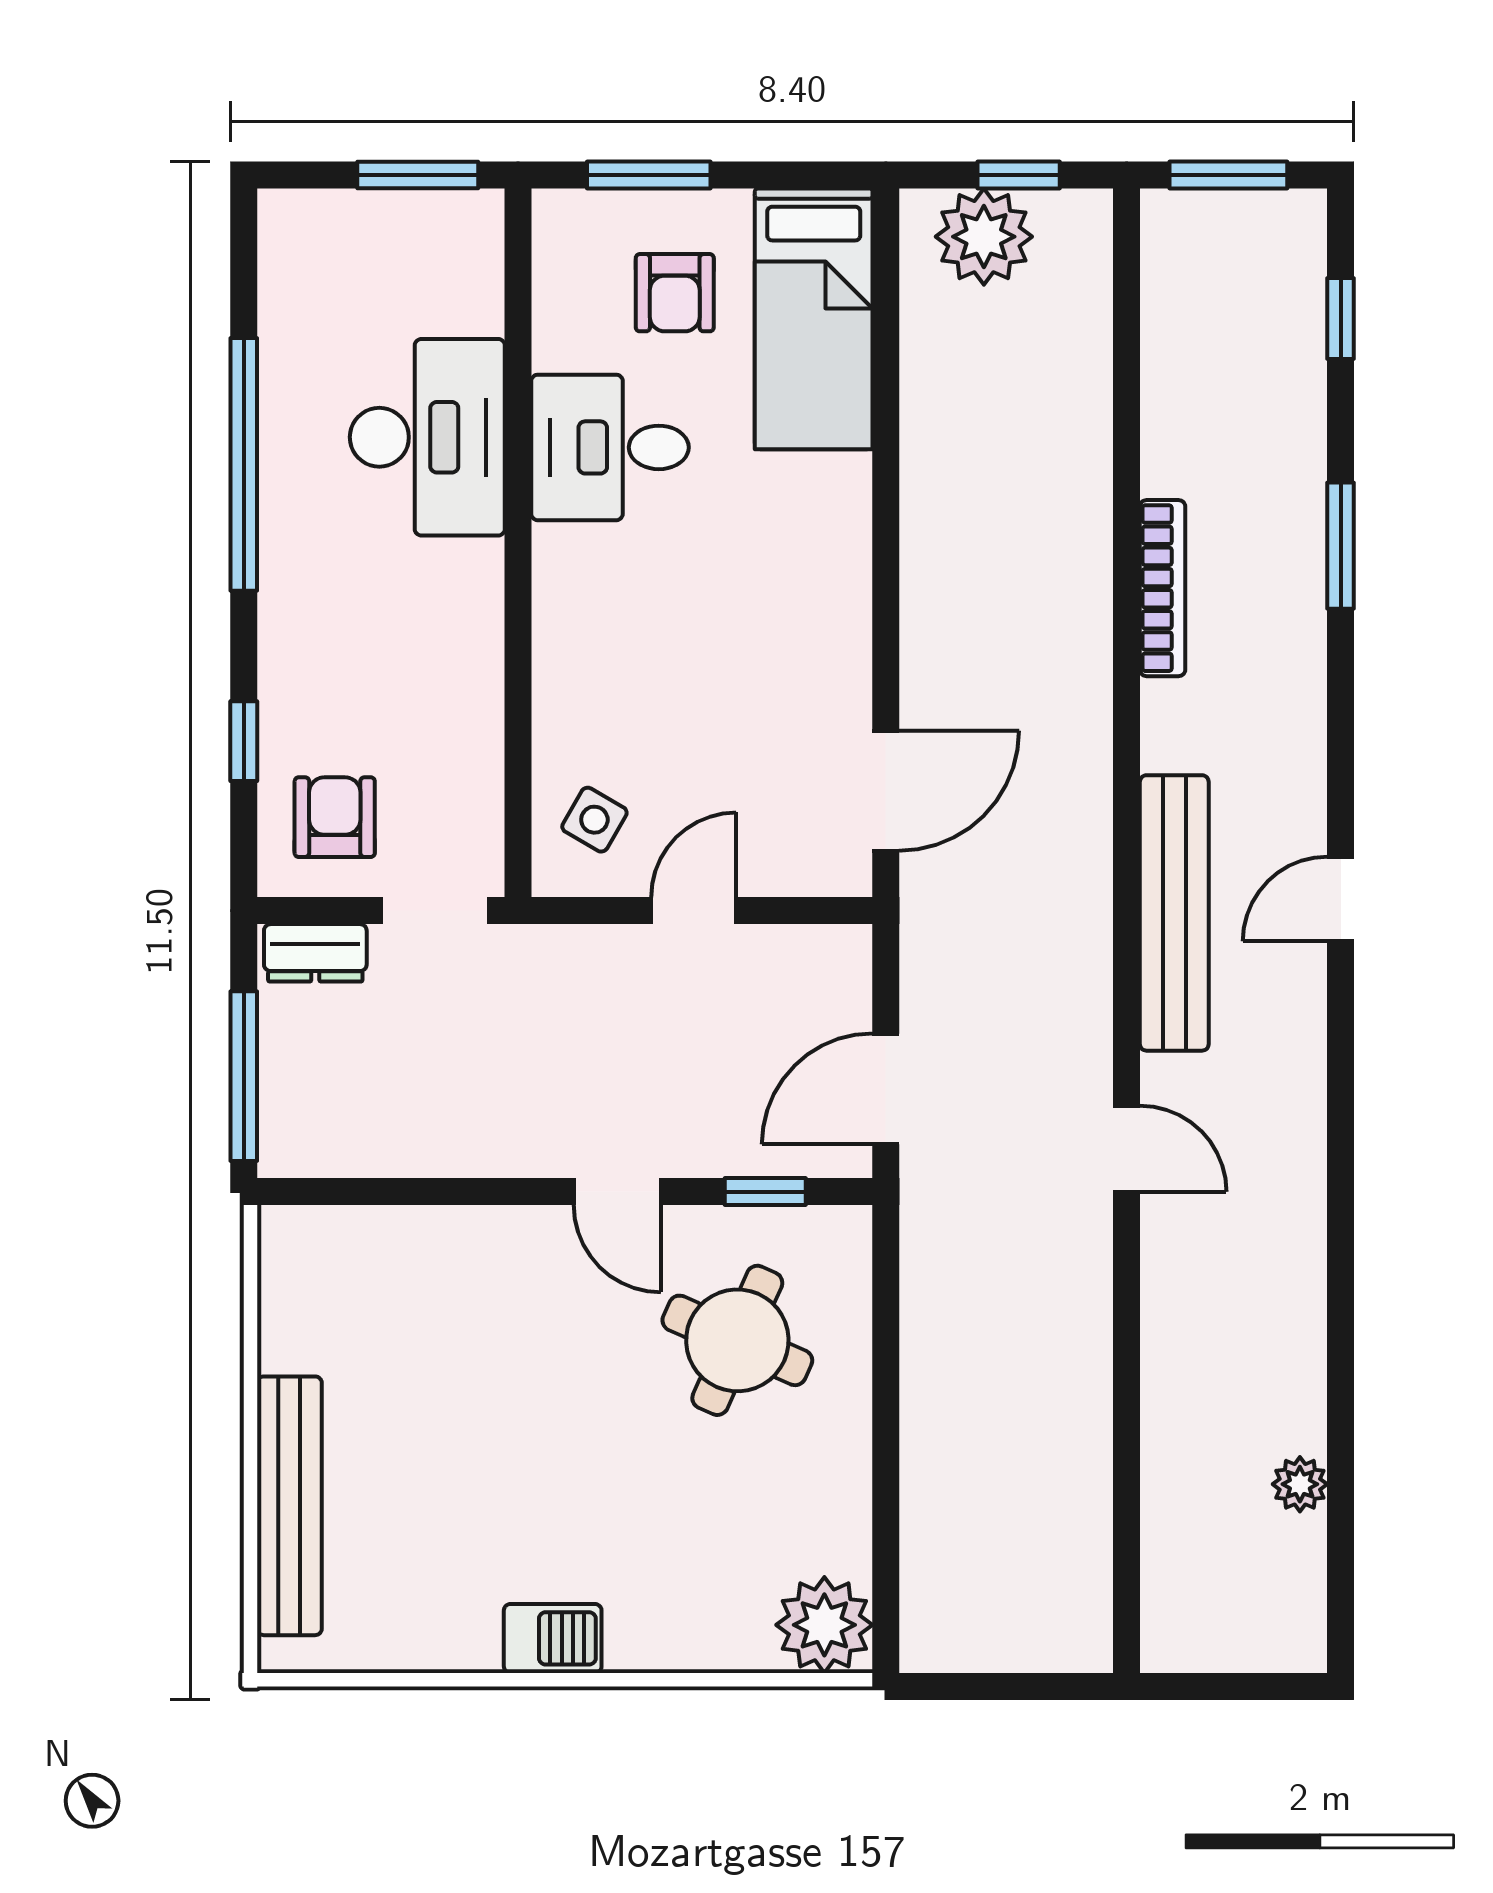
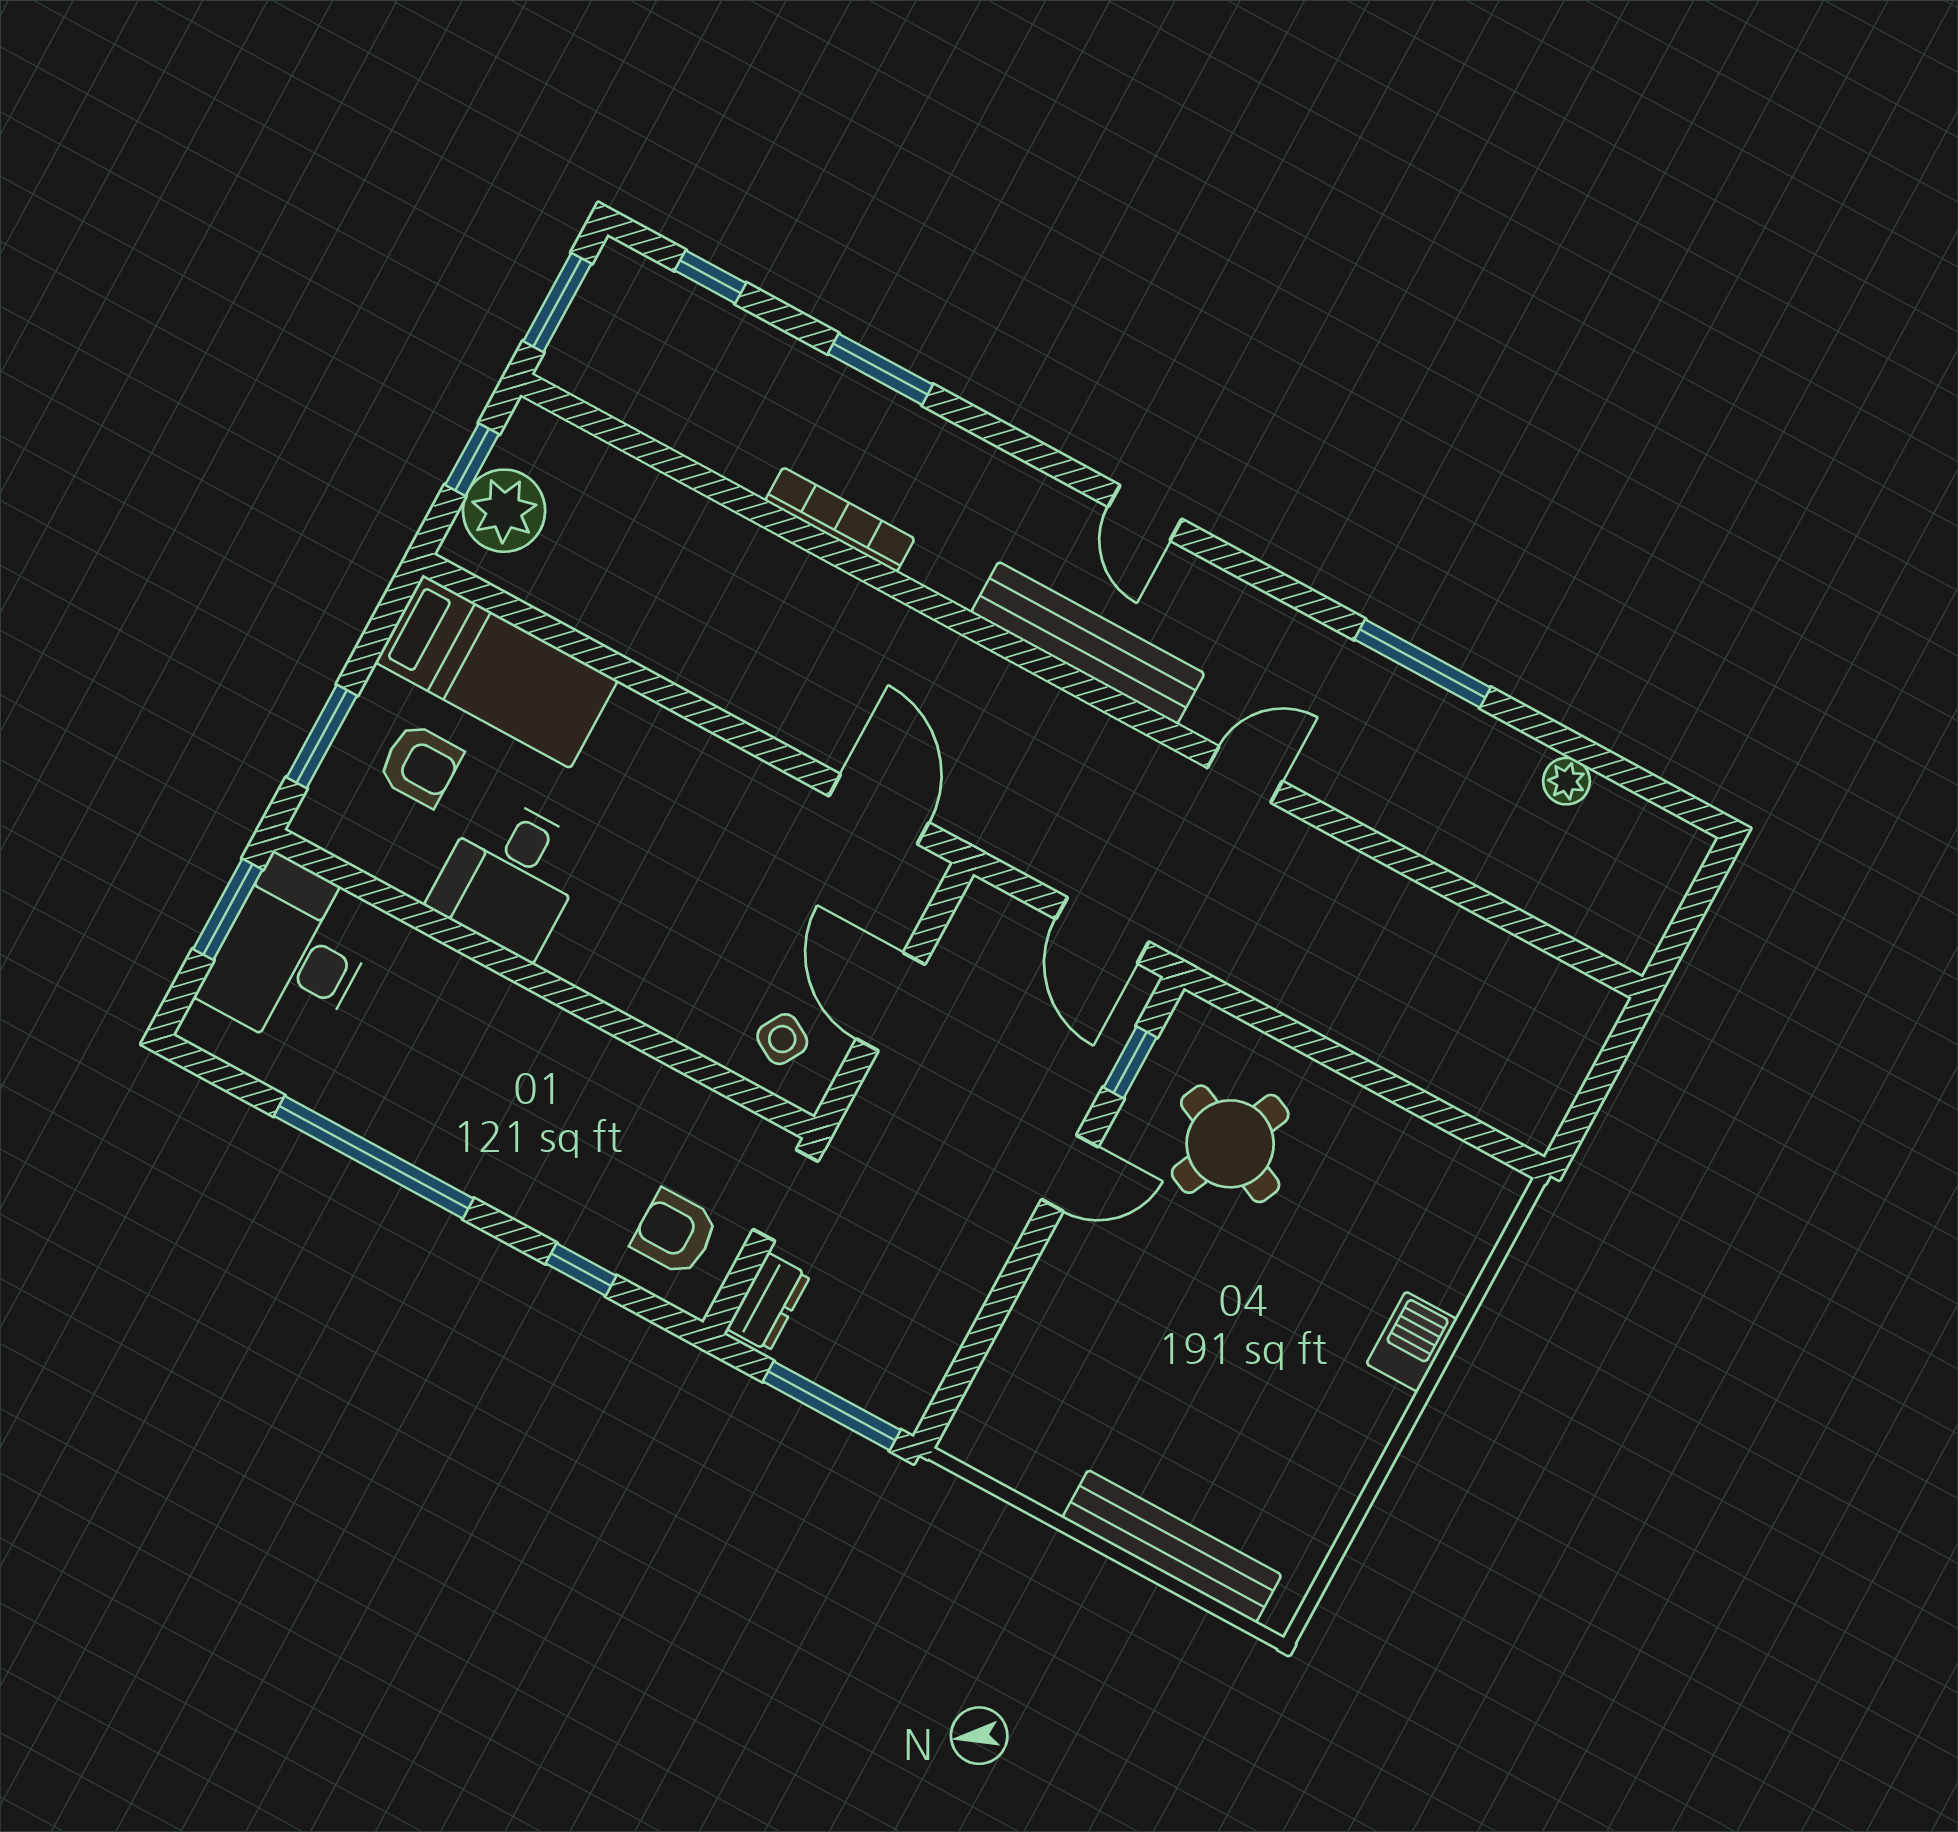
desk: (427, 437) -> (291, 955), moved, turned -90
door: (694, 911) -> (891, 1002), width x1.38
window: (1341, 1270) -> (1423, 664), added
plant: (824, 1625) -> (1479, 1194), removed
barbecue: (553, 1638) -> (1412, 1342), moved

